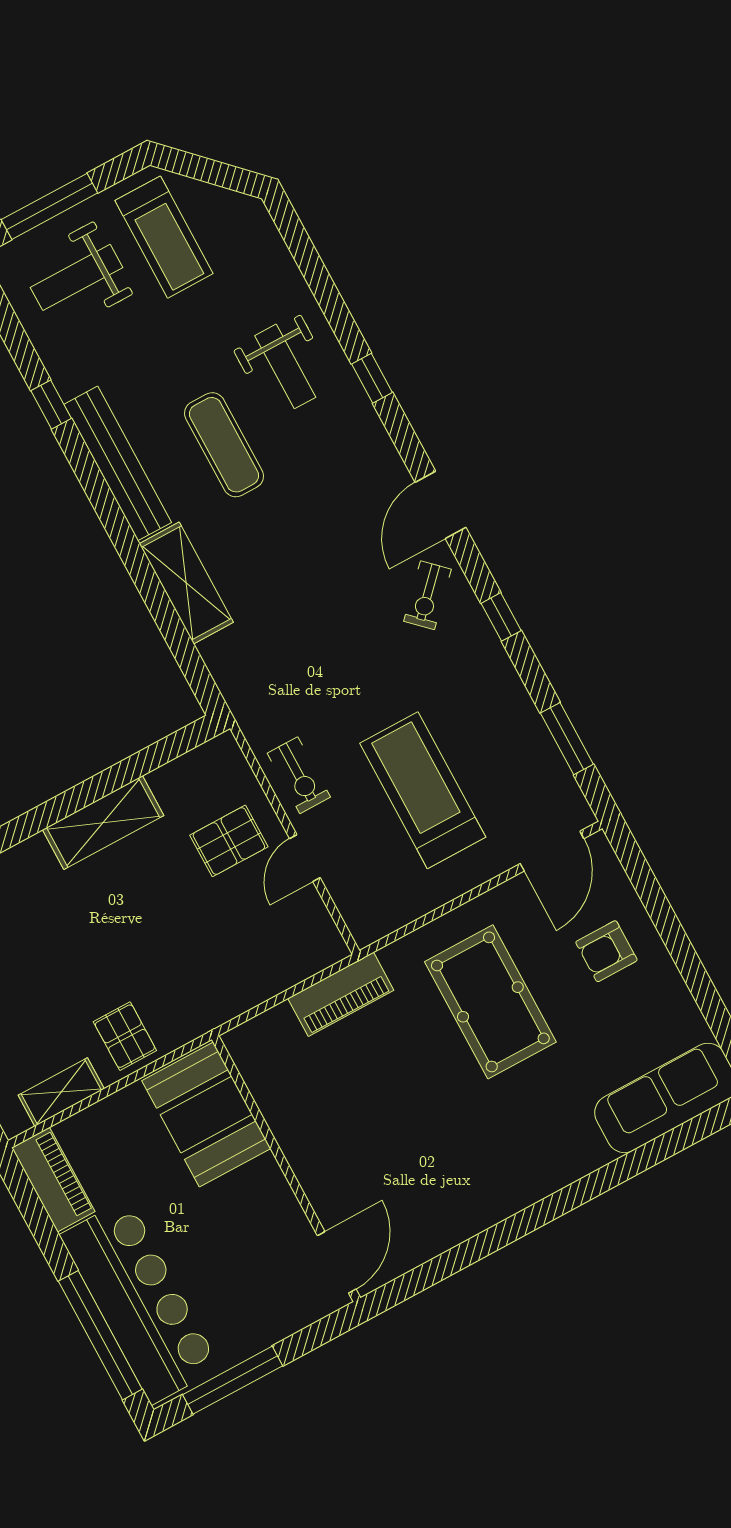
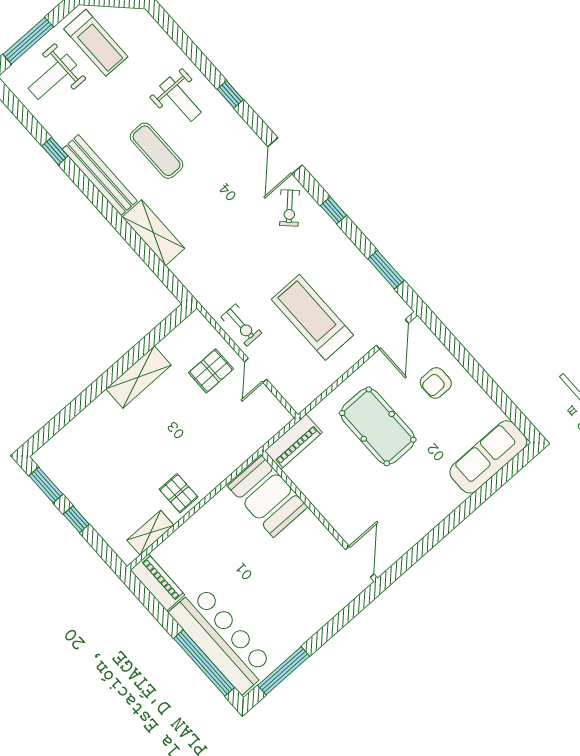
booth: (206, 1115) -> (268, 496), moved
wall: (286, 1169) -> (319, 516), moved
door: (337, 1262) -> (360, 562), moved

